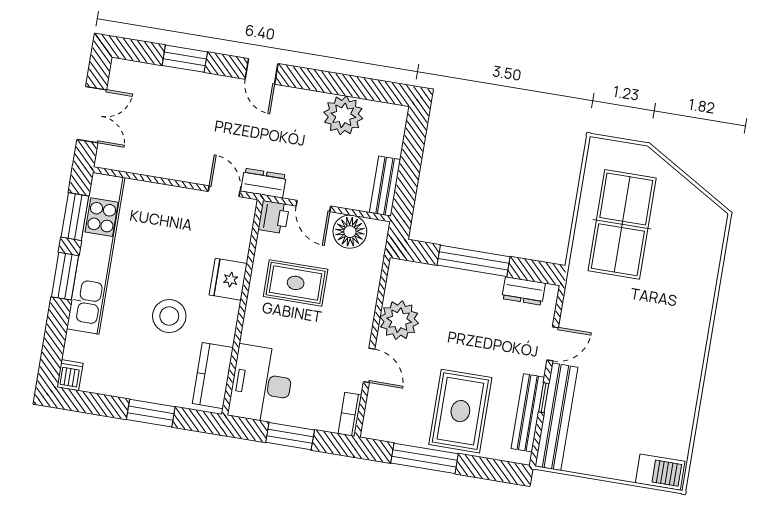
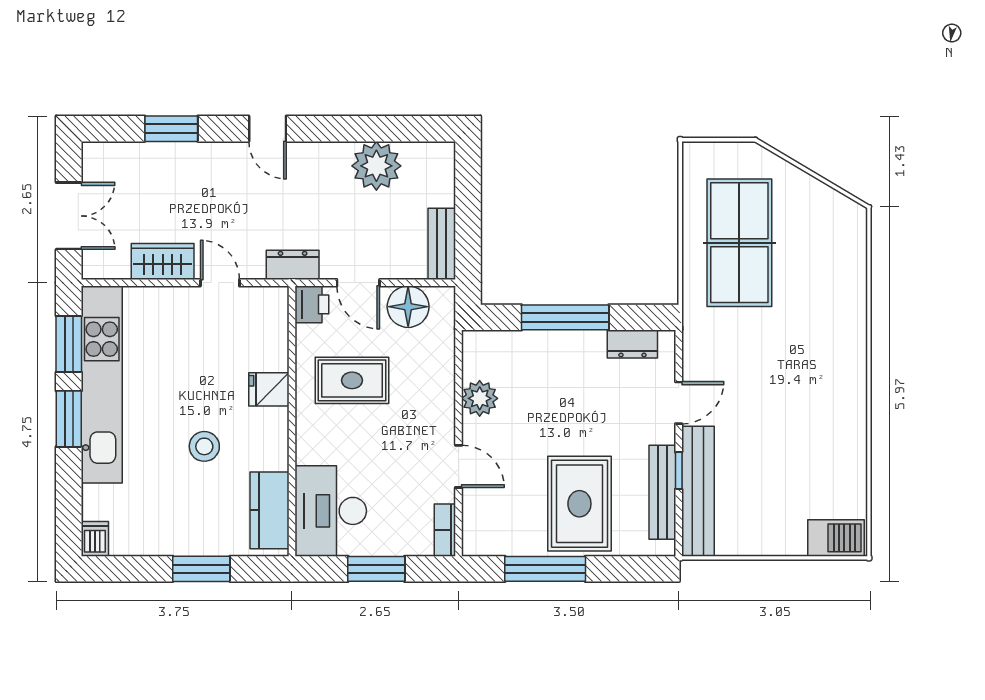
wardrobe: (160, 163) -> (163, 261), added
door: (224, 191) -> (220, 283), moved
fridge: (228, 279) -> (269, 389), width x0.72
stool: (169, 316) -> (204, 446), width x0.73, depth x0.73
plant: (399, 320) -> (480, 398), width x0.73, depth x0.73

